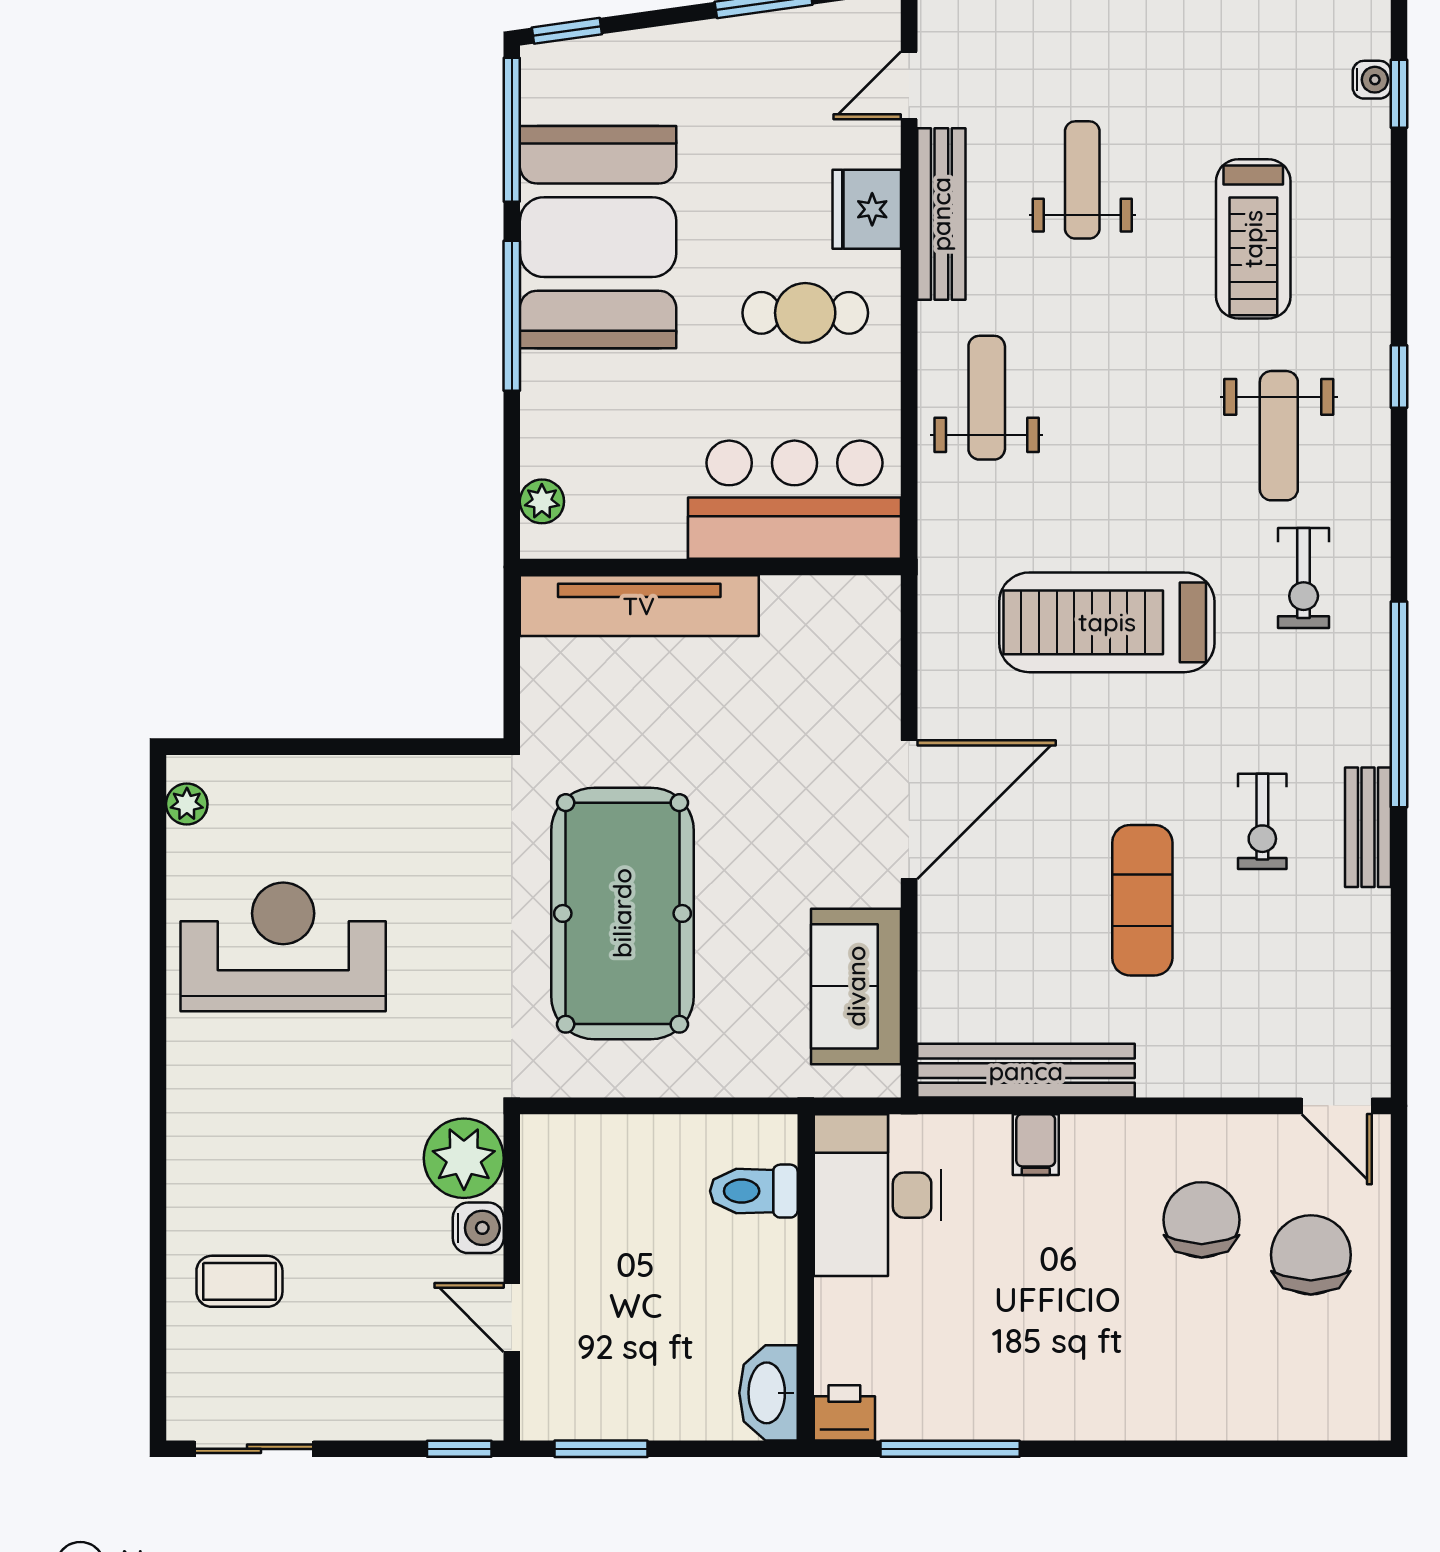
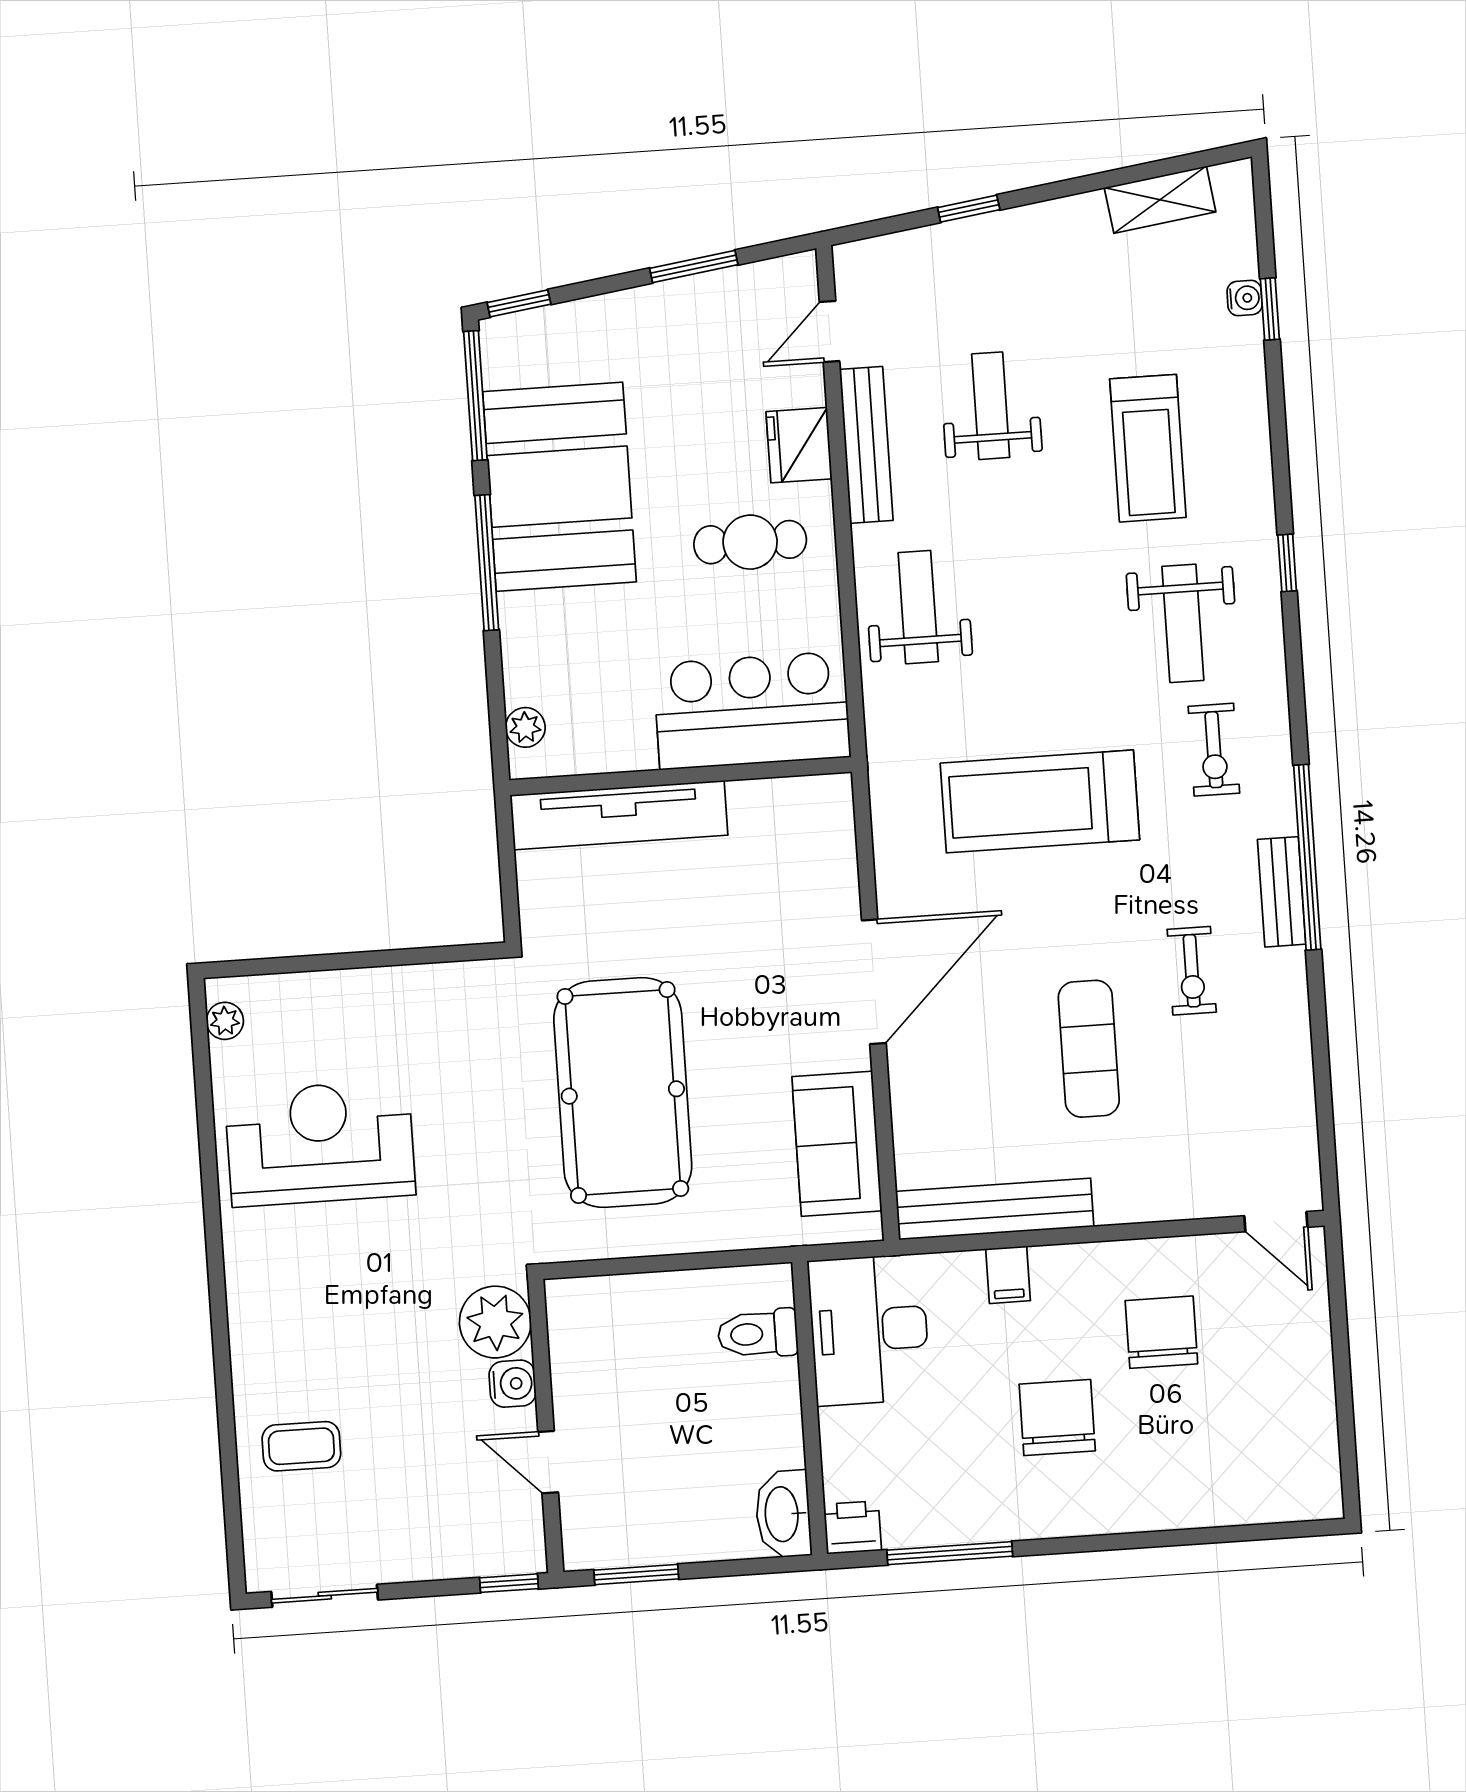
bench: (1368, 827) -> (1282, 892), moved
chair: (1311, 1255) -> (1057, 1417), moved

